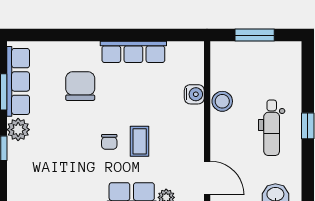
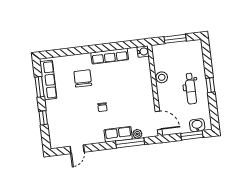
water cooler: (194, 94) -> (143, 52), moved
plant: (18, 130) -> (52, 106), removed
coffee table: (140, 141) -> (119, 105), removed

